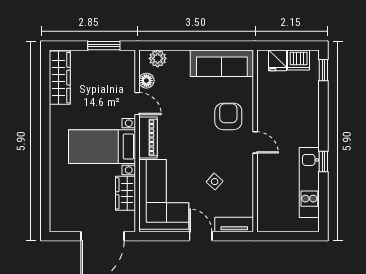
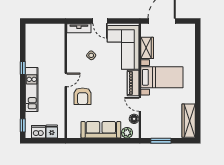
sofa: (222, 63) -> (101, 130), moved
door: (255, 142) -> (66, 80), swing flipped
kitchen unit: (309, 182) -> (32, 90), moved

